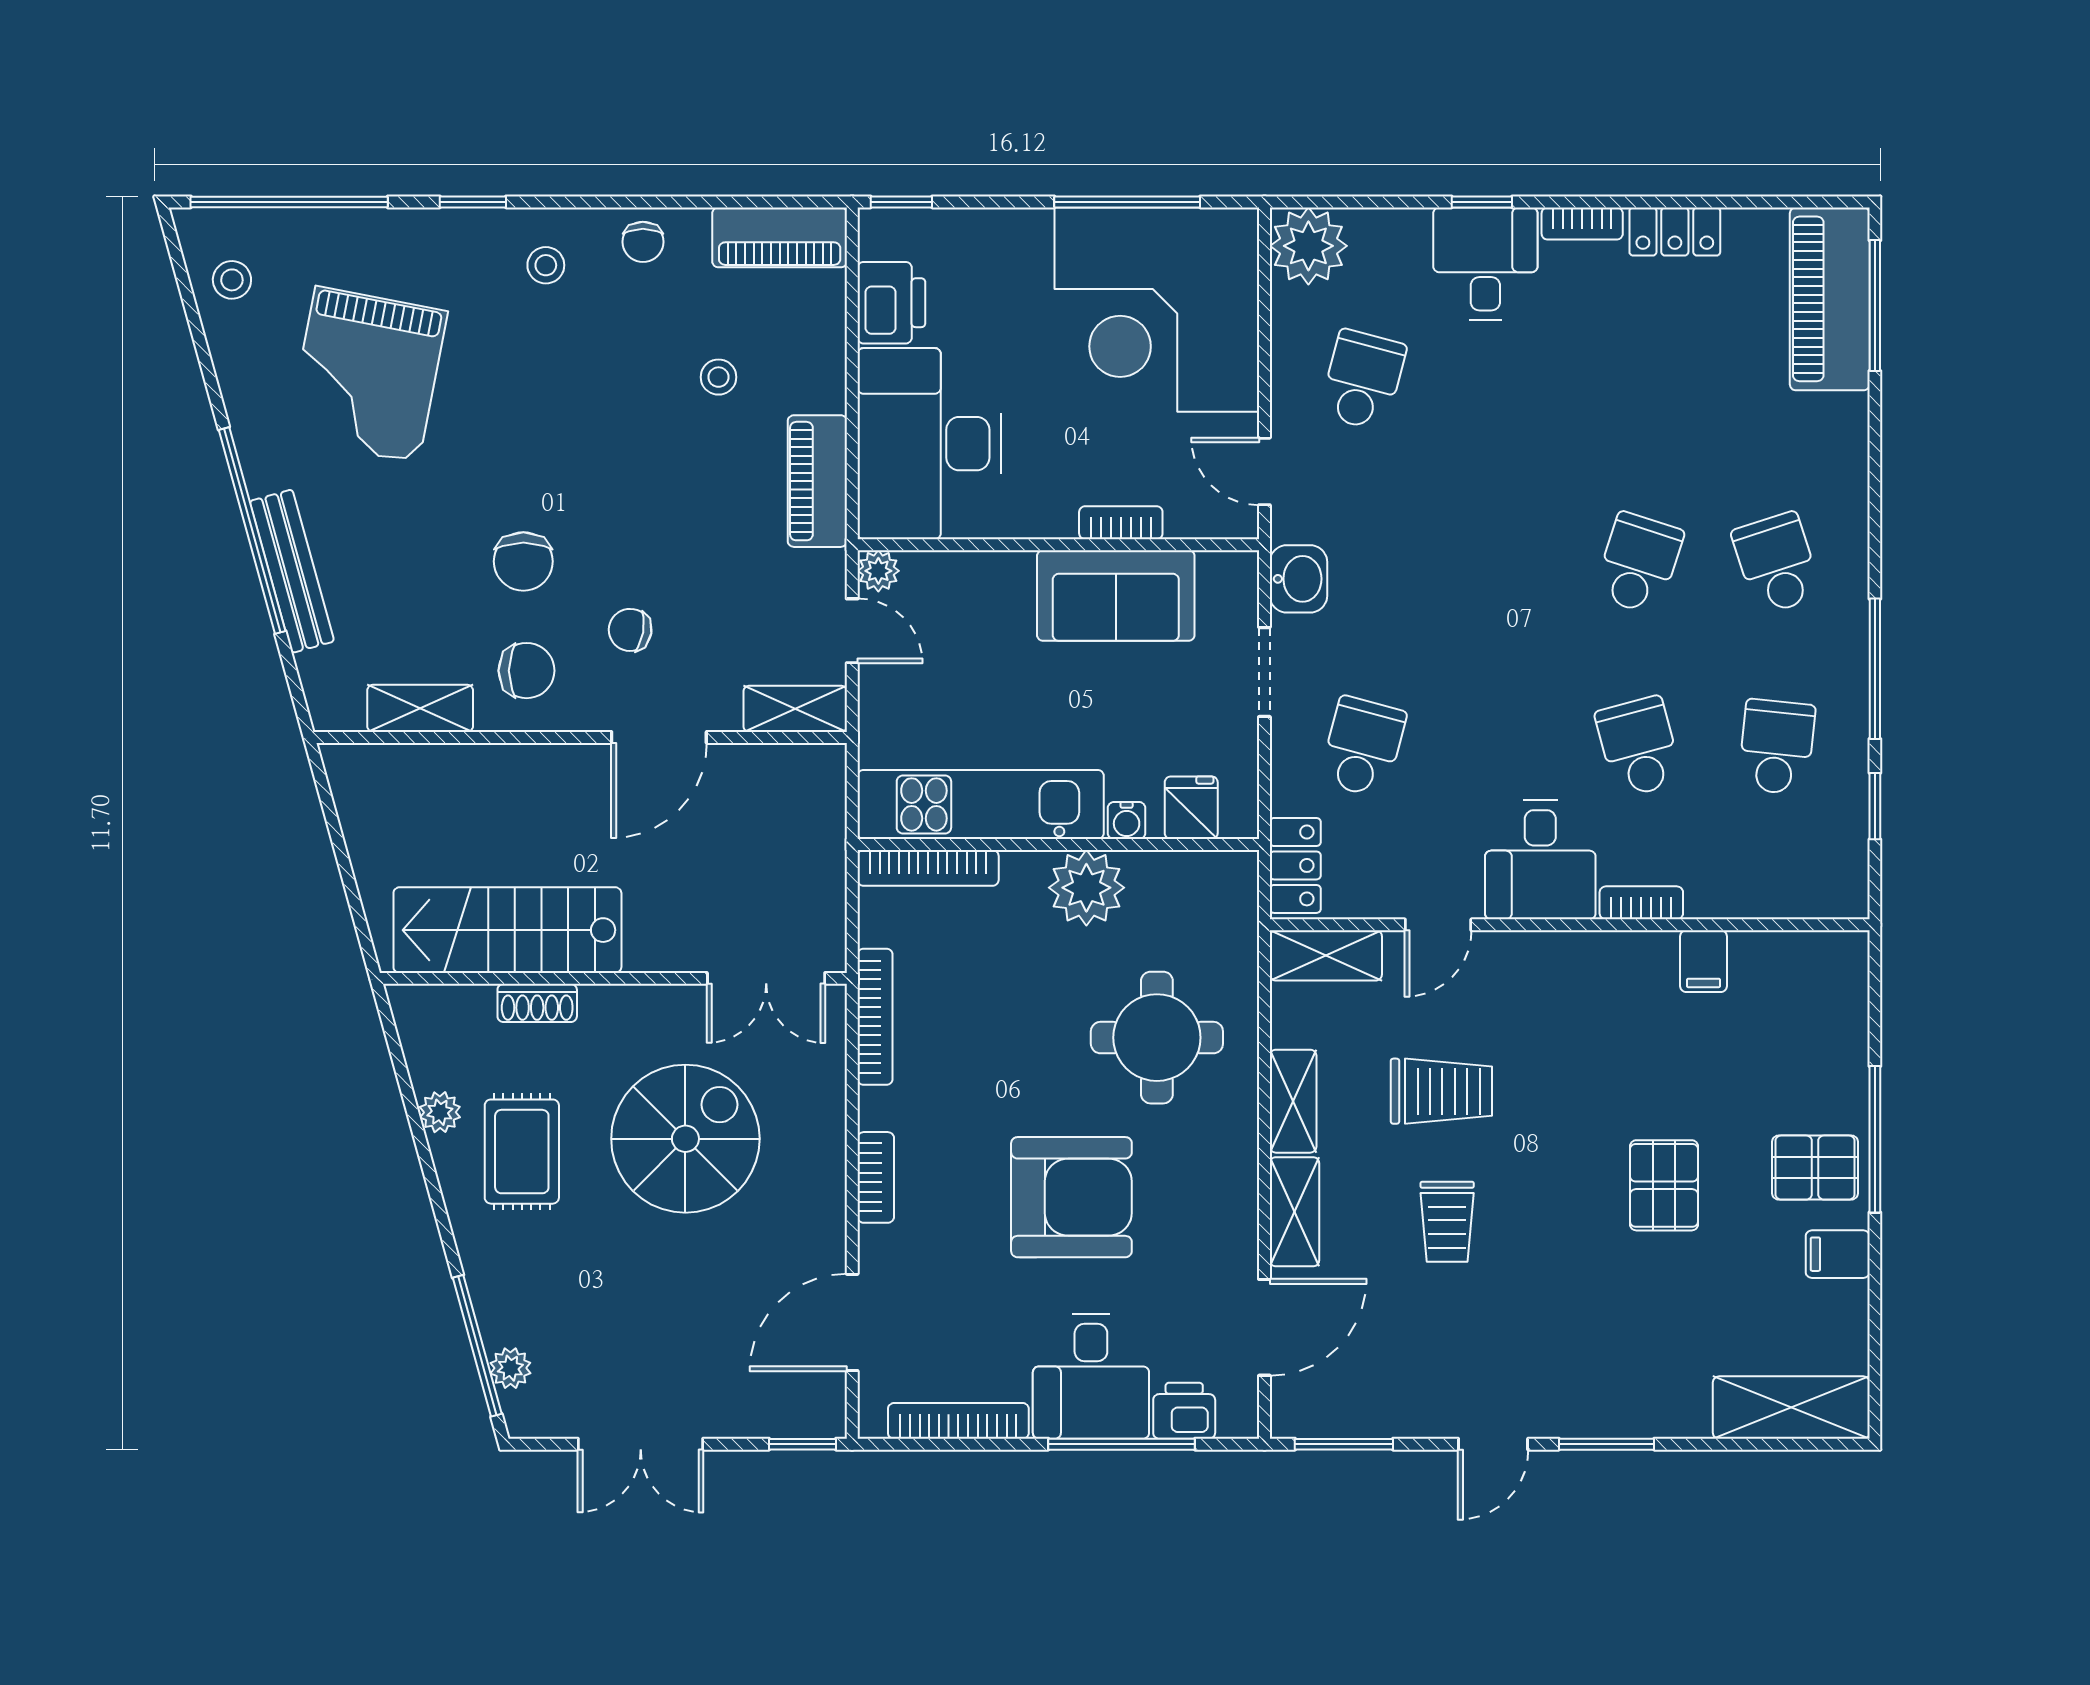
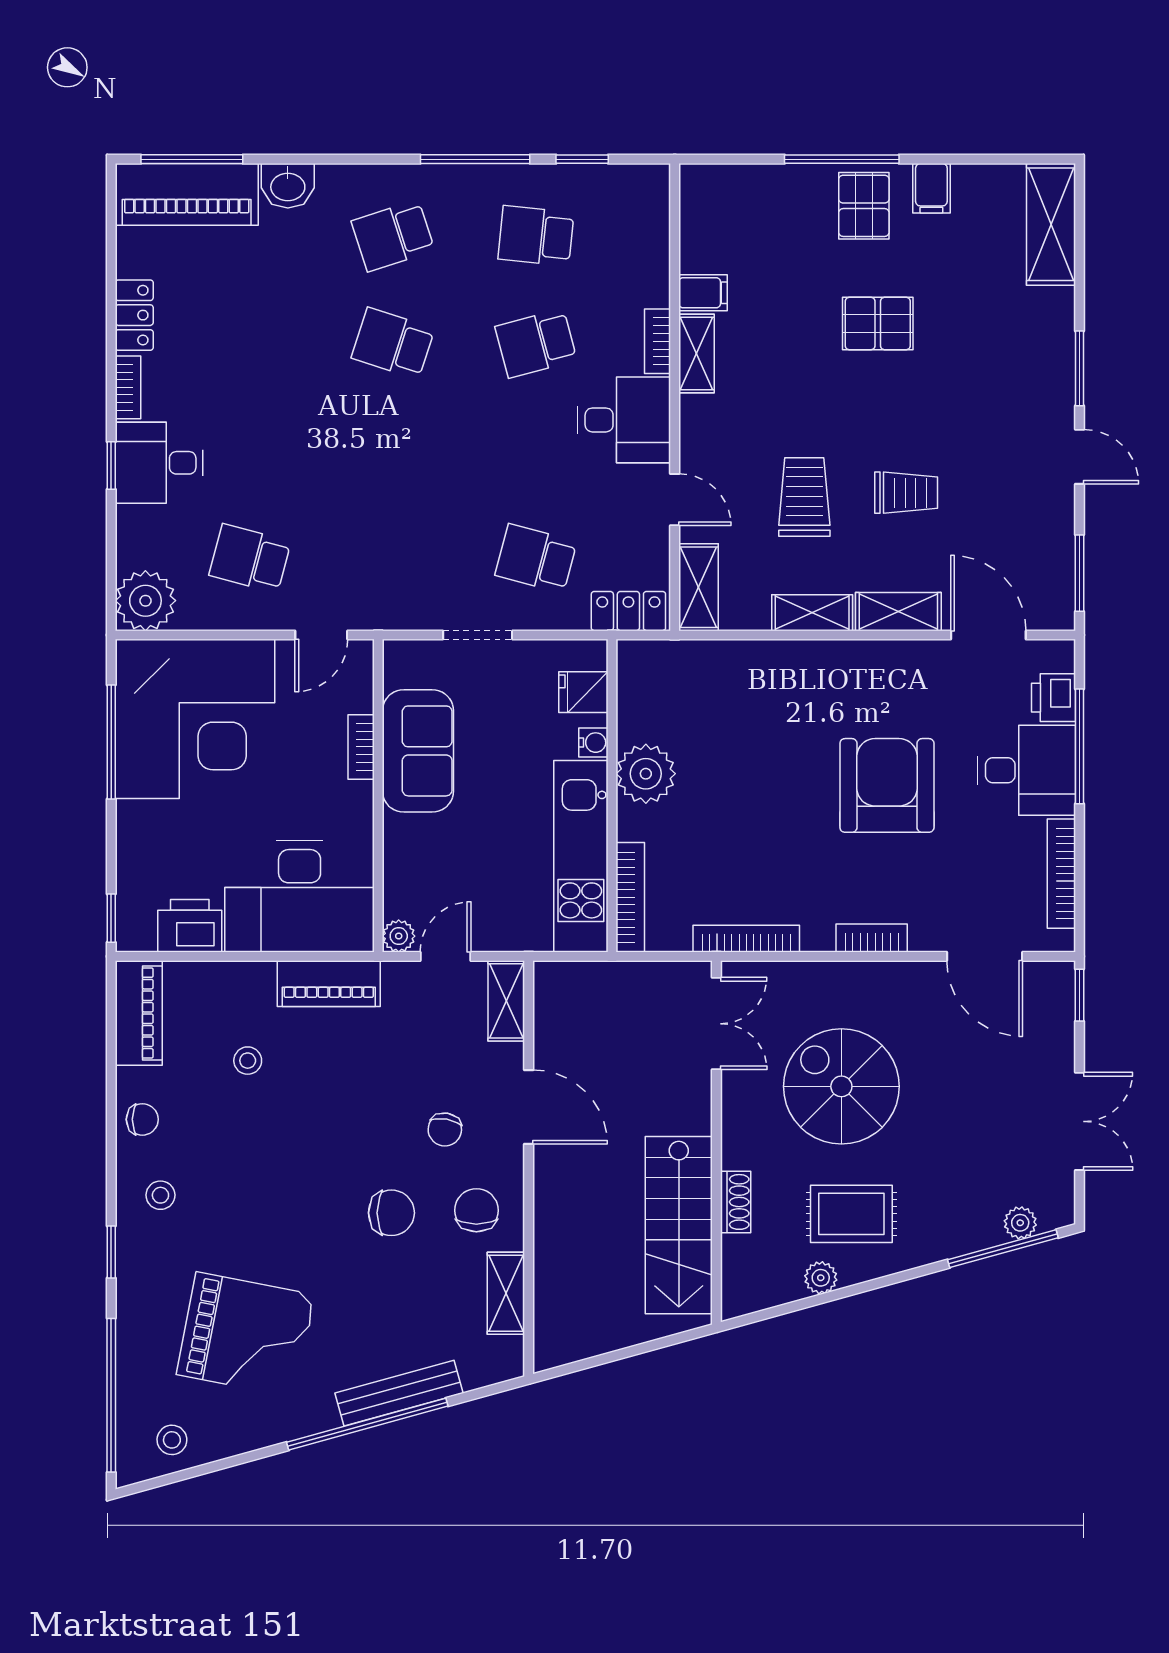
washbasin: (1298, 579) -> (288, 186), moved, turned 180
shelving: (1626, 953) -> (697, 354), added
round table: (1157, 1038) -> (763, 719), removed

